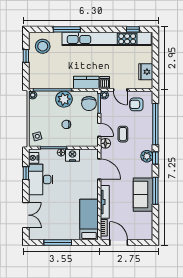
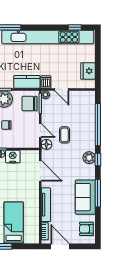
chair: (89, 104) -> (30, 104), turned 90
armchair: (136, 104) -> (86, 229), moved
bed: (89, 219) -> (14, 223), moved

